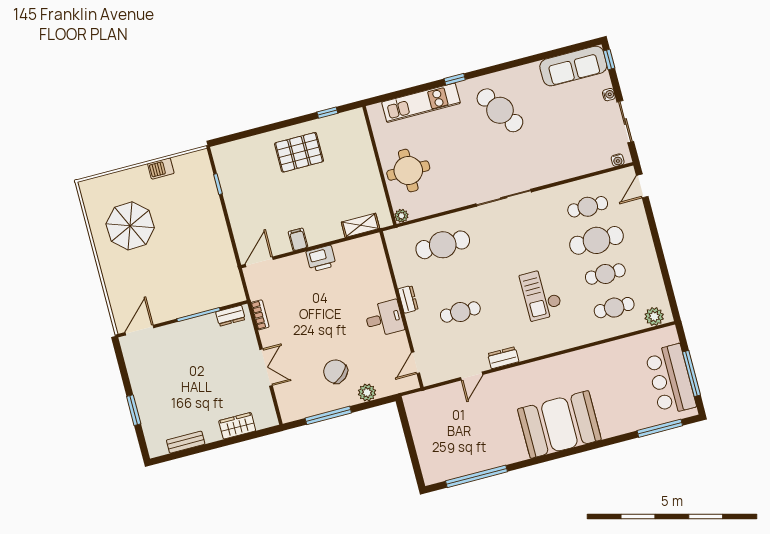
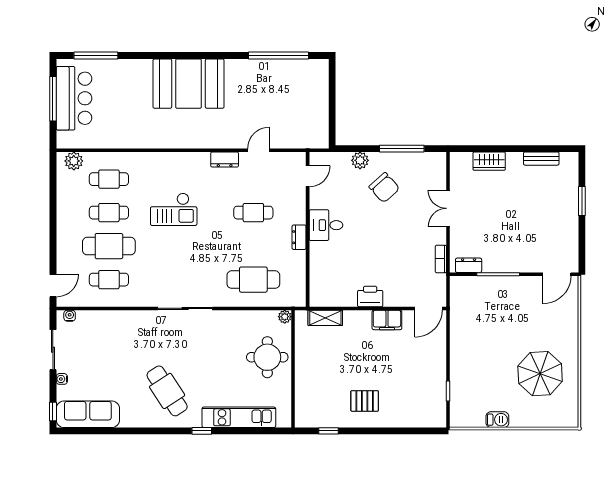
pallet: (299, 152) -> (365, 401), width x0.67, depth x0.71
filing cabinet: (298, 239) -> (387, 320), width x2.00
checkout: (541, 294) -> (174, 209), turned 90

